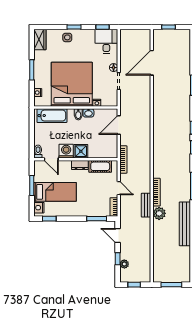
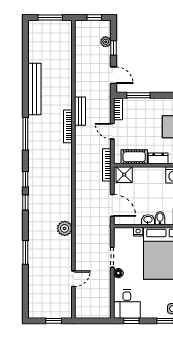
door: (152, 63) -> (73, 279), width x0.53
door: (119, 125) -> (112, 205), hinge flipped
shower: (81, 151) -> (124, 175), moved
plant: (159, 213) -> (65, 228), moved

